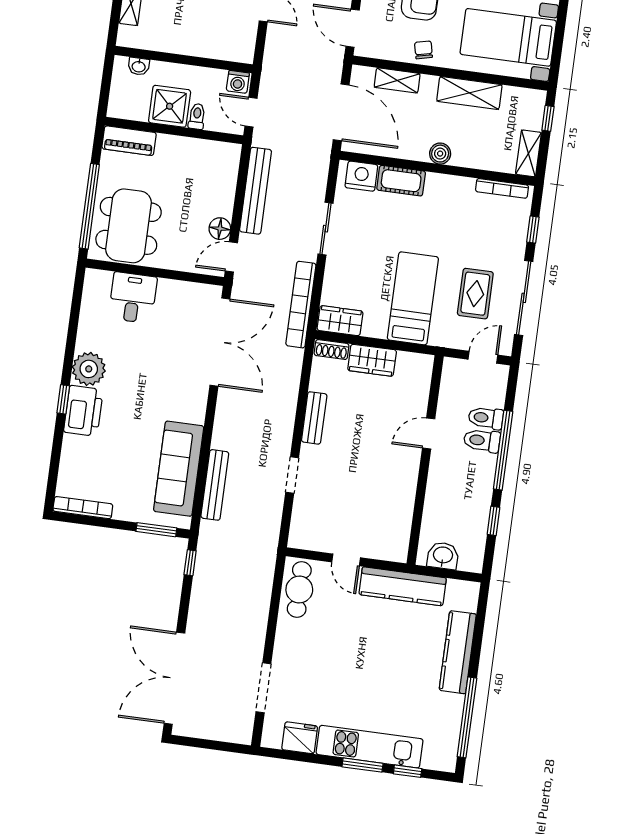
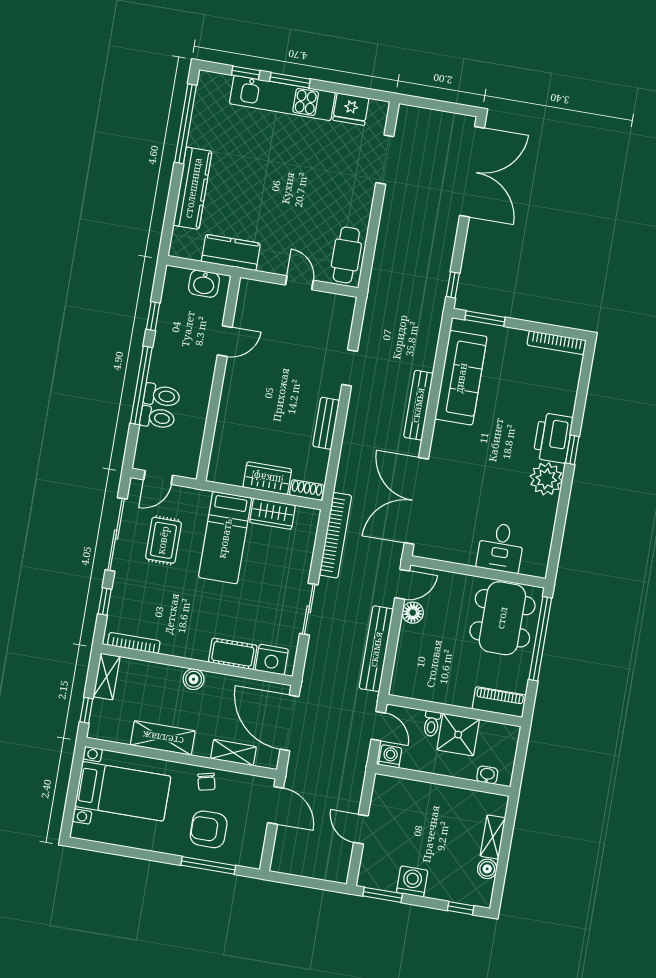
wardrobe: (340, 321) -> (272, 514), moved
door: (429, 433) -> (225, 341), moved
bench: (215, 485) -> (418, 405), moved
kitchen counter: (403, 586) -> (231, 252), width x0.67

